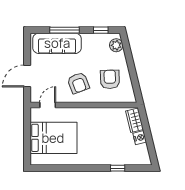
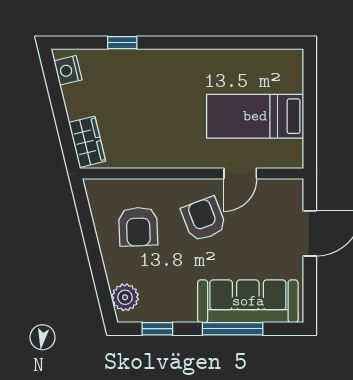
door: (48, 105) -> (240, 173), moved
bed: (53, 138) -> (255, 116), width x0.67
nightstand: (140, 138) -> (68, 70), moved

